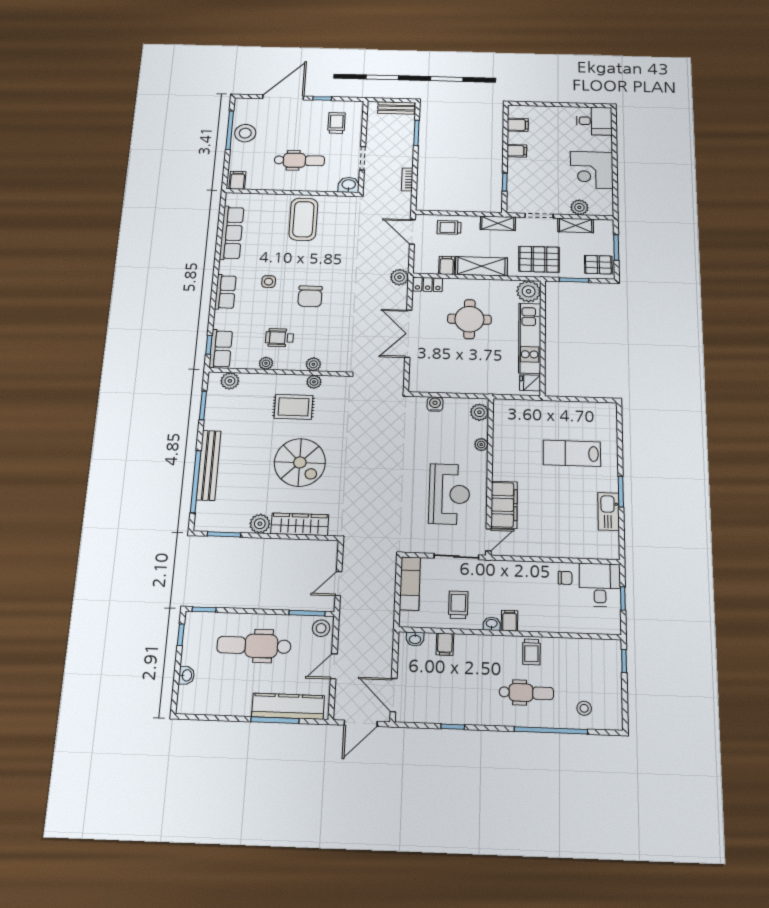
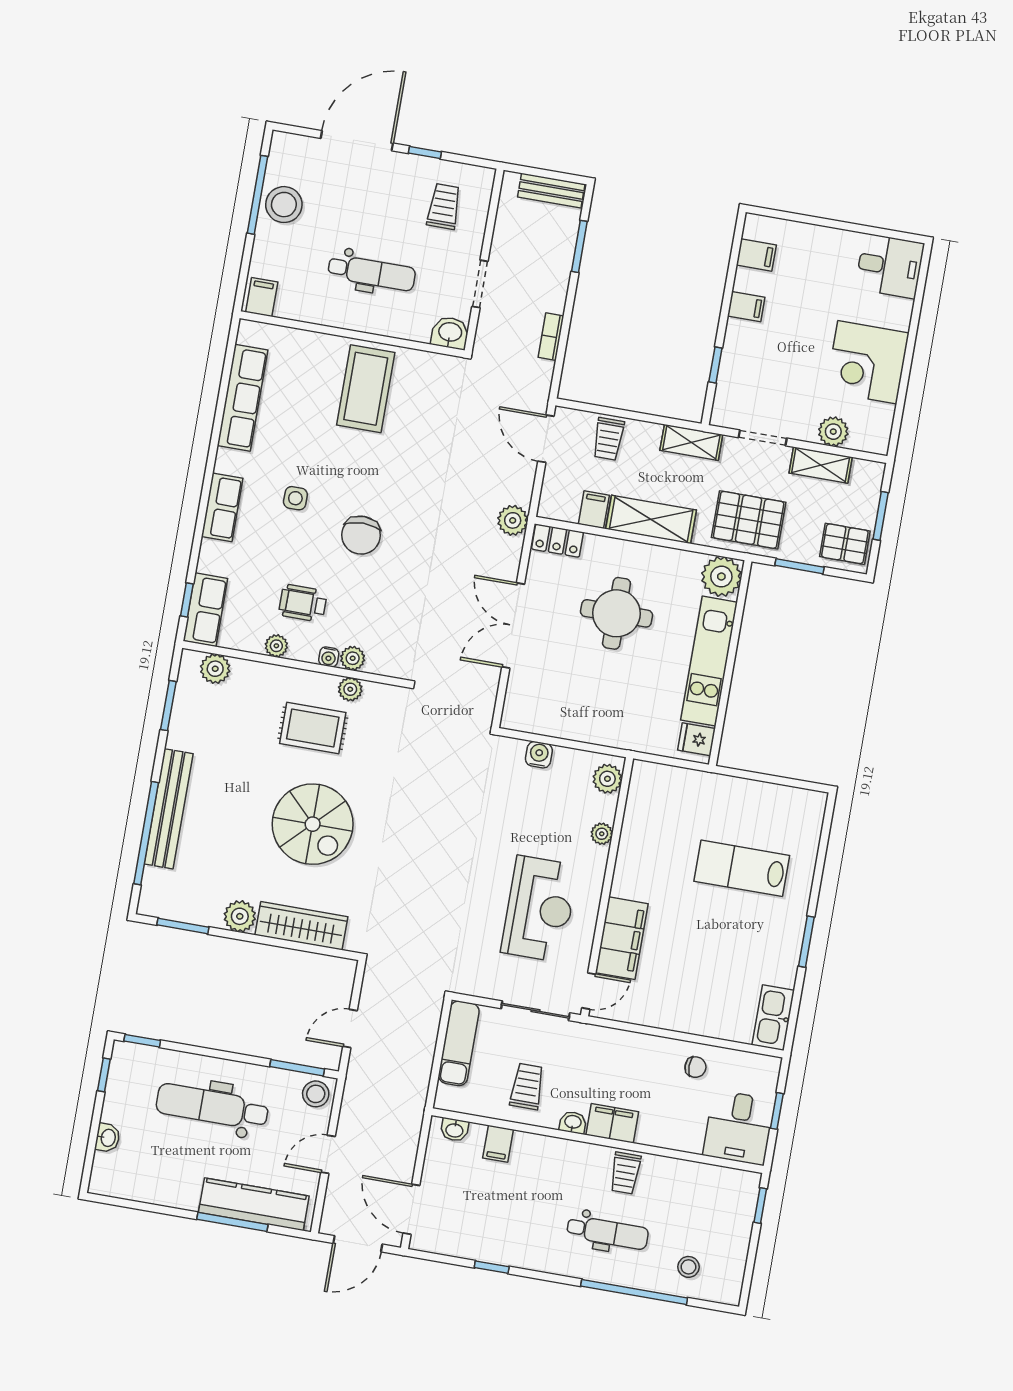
trolley: (449, 227) -> (608, 439), turned -90
water cooler: (299, 365) -> (329, 657), added
kitchen sink: (609, 511) -> (773, 1018), moved
desk: (600, 585) -> (739, 1128), moved, turned 180
filing cabinet: (510, 621) -> (612, 1123), width x2.00

